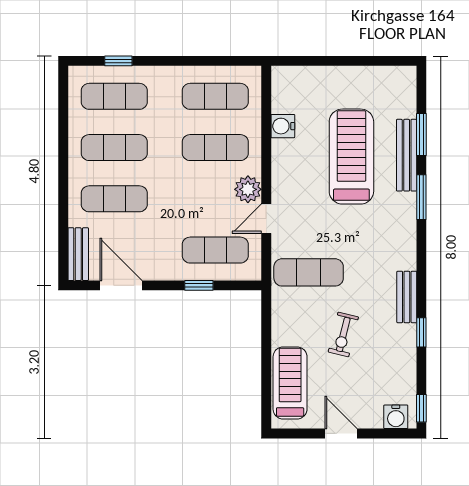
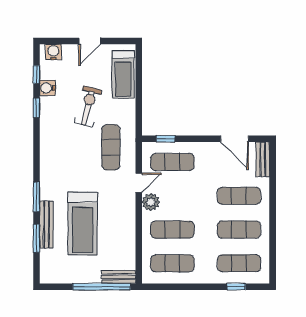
window: (323, 61) -> (102, 287), added
water cooler: (283, 126) -> (47, 88), moved, turned 180
exercise mat: (309, 272) -> (111, 147), turned 90
window: (199, 285) -> (166, 139), moved
bench: (407, 297) -> (119, 277), moved, turned 90
exercise bike: (343, 334) -> (88, 106), width x1.38, depth x1.39
window: (421, 408) -> (36, 75), moved
door: (341, 433) -> (90, 41), hinge flipped

